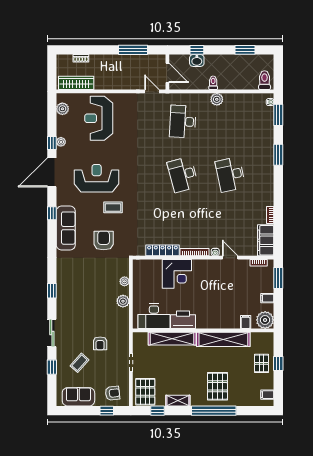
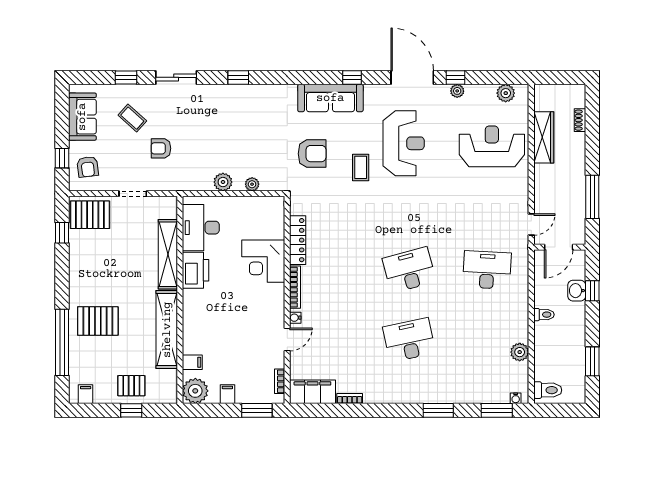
wardrobe: (76, 83) -> (544, 137), moved
plant: (217, 99) -> (520, 352), moved
shelving: (178, 401) -> (77, 263), removed
window: (214, 411) -> (62, 342), moved

